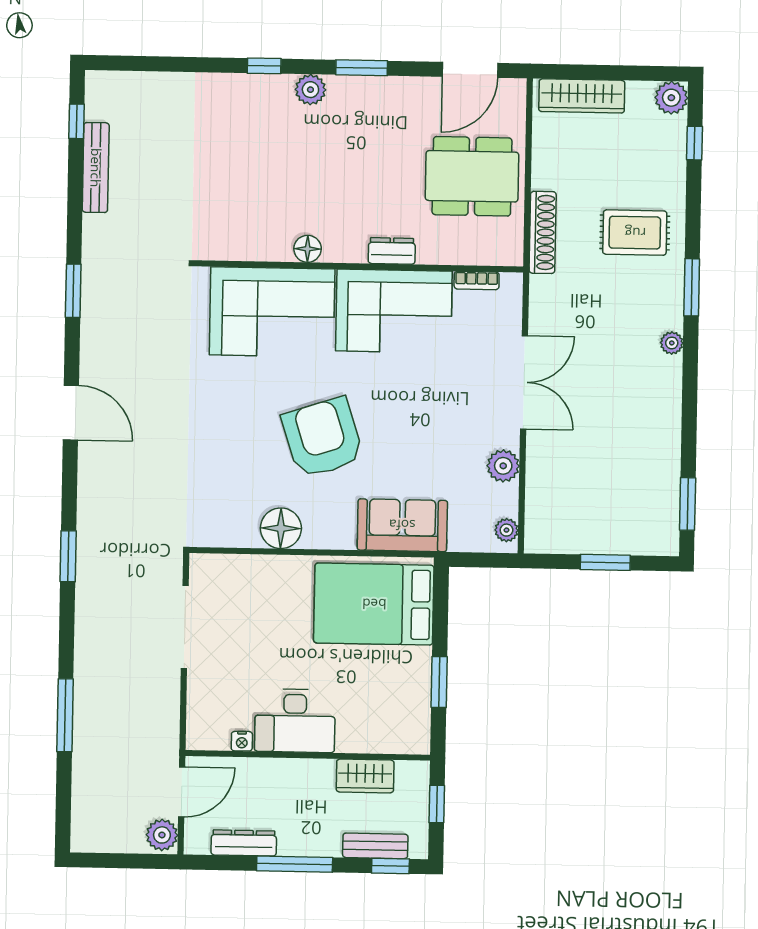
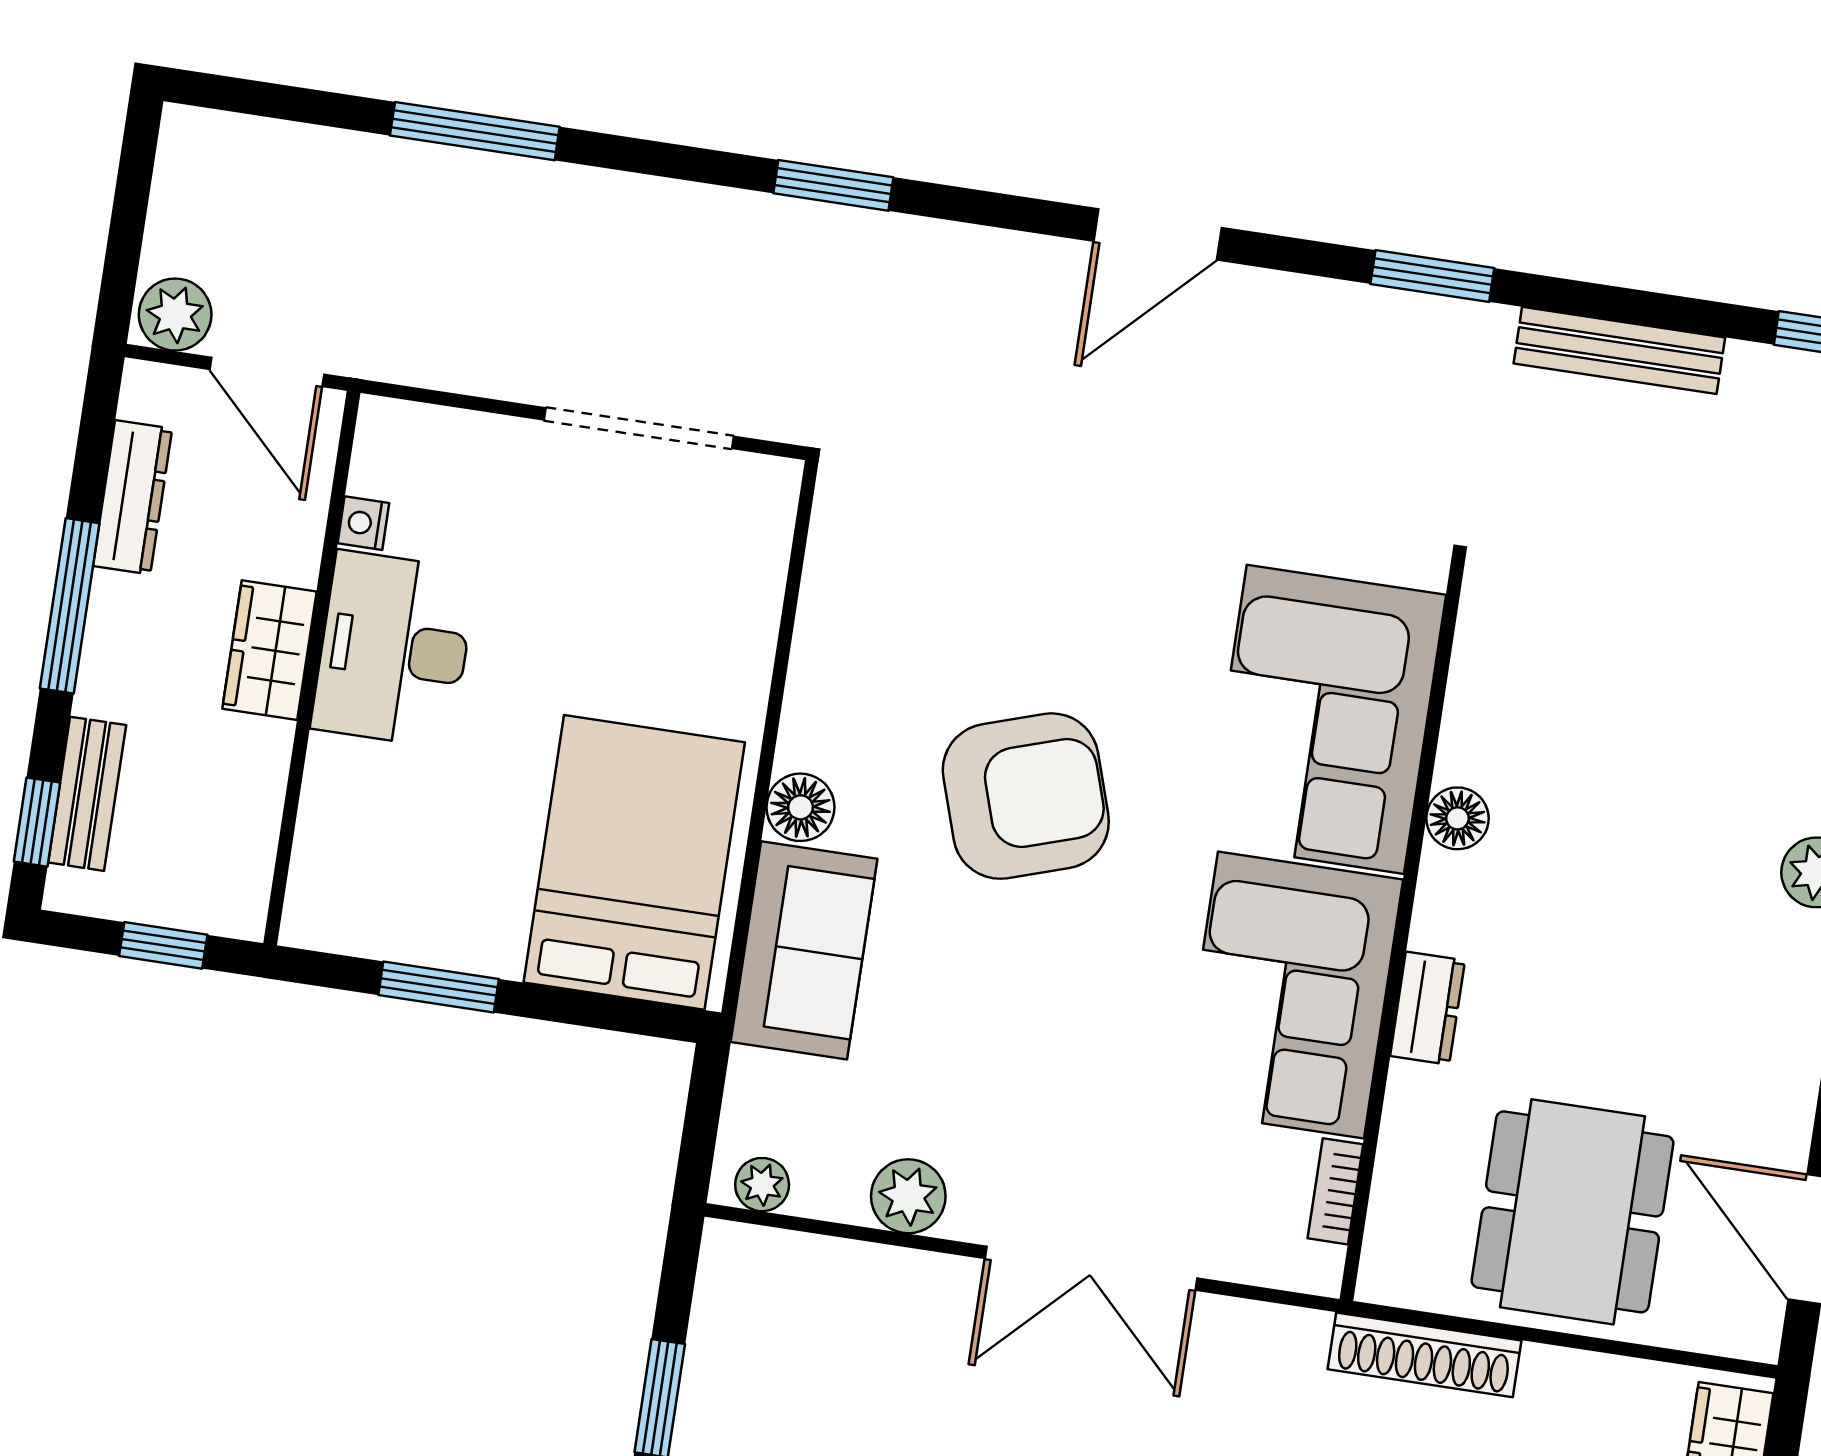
bench: (96, 168) -> (1619, 350), moved
floor lamp: (281, 528) -> (800, 807), moved, width x0.73, depth x0.73
wardrobe: (365, 776) -> (269, 650), moved

